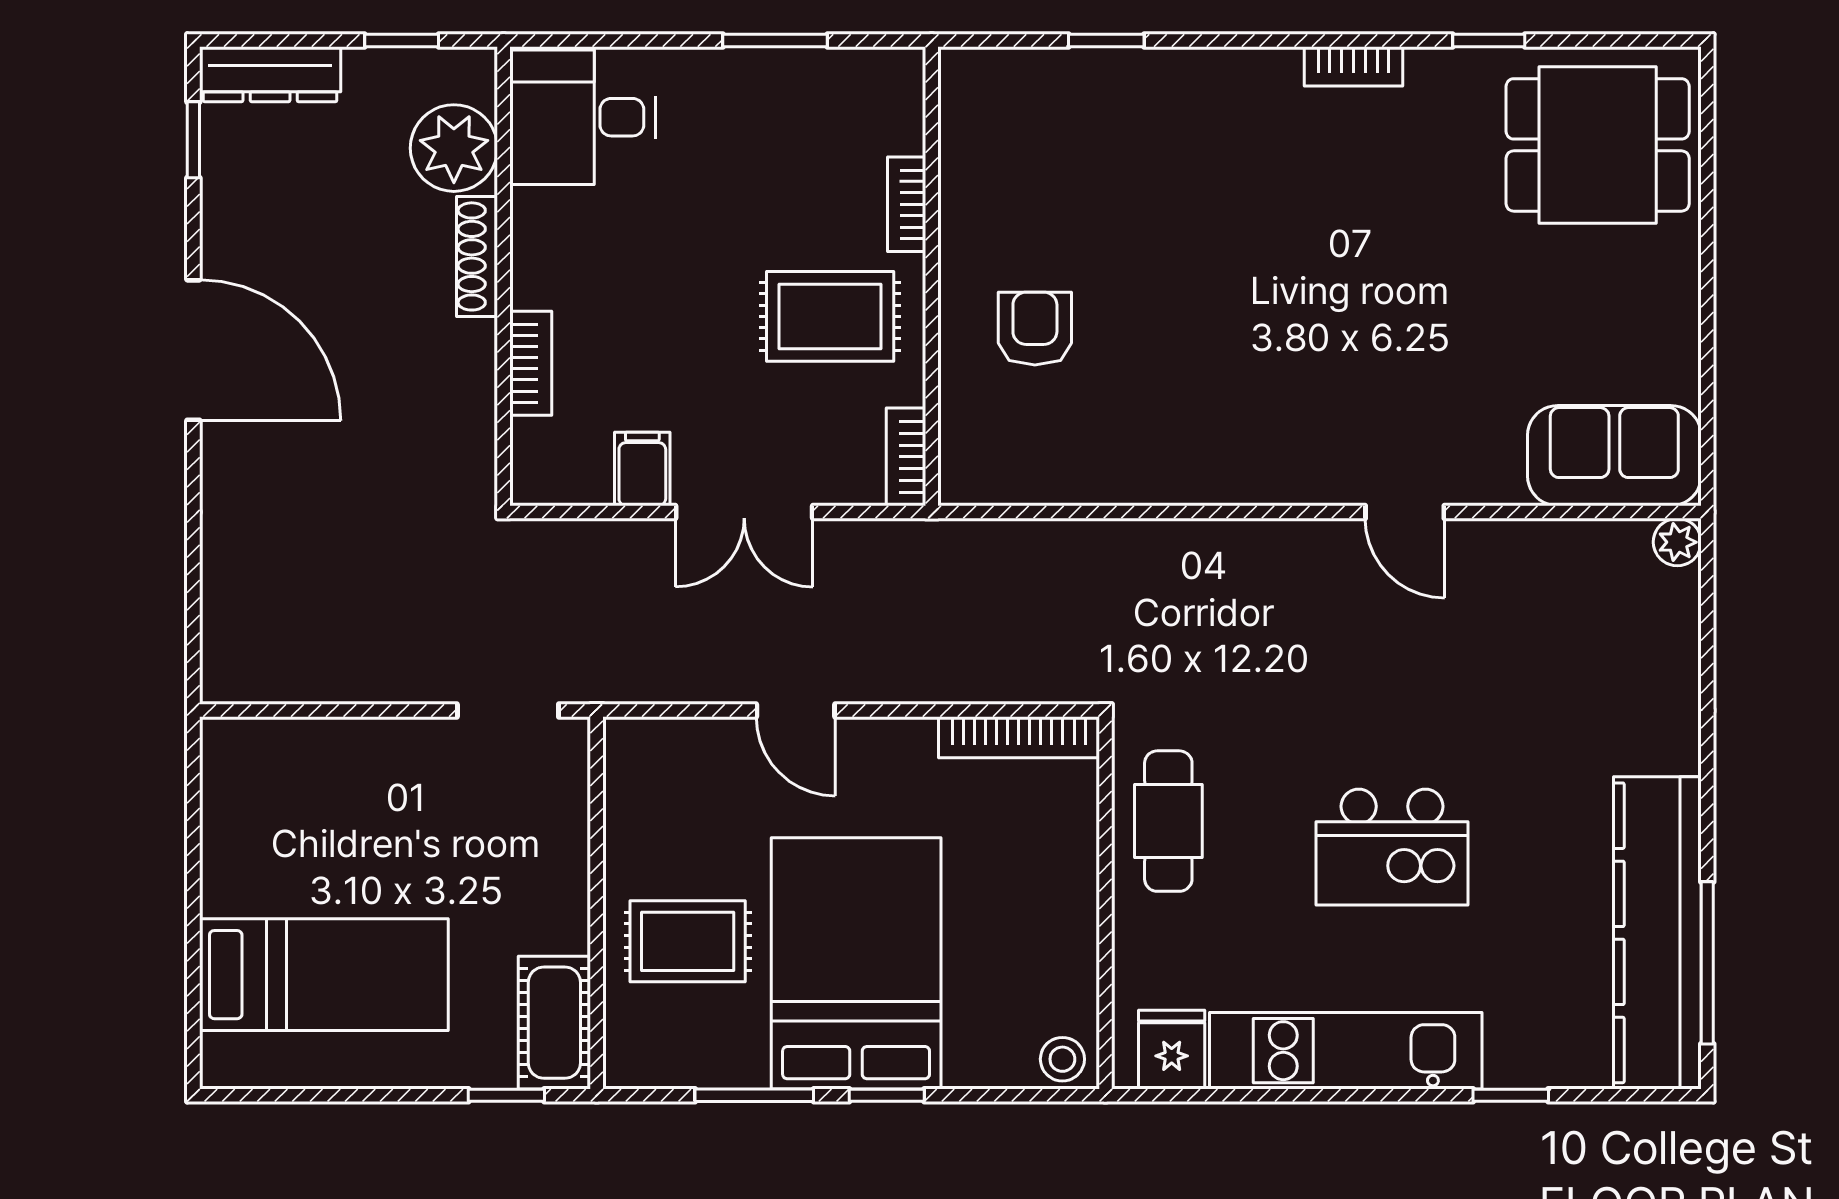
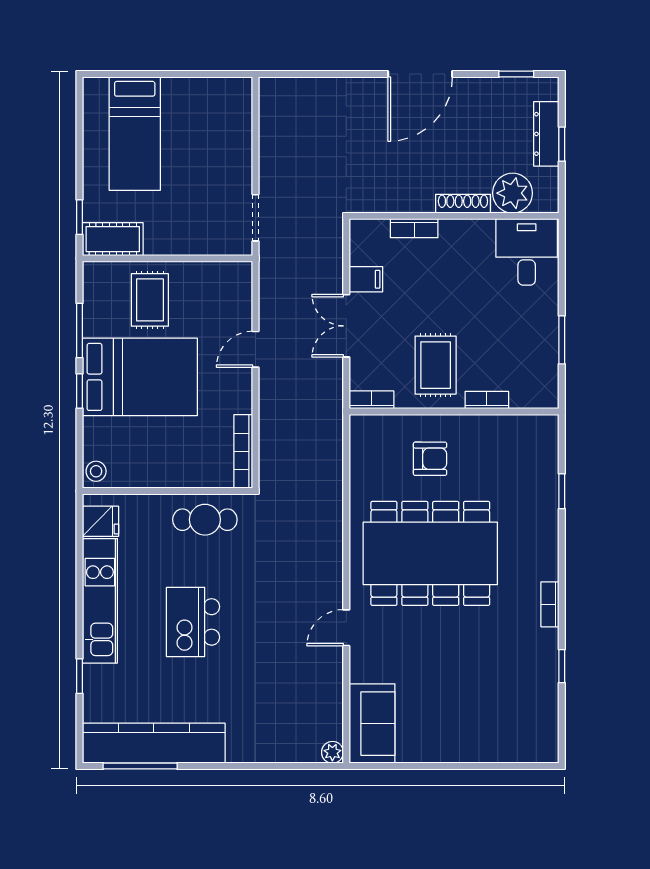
window: (402, 40) -> (562, 144), moved
dresser: (270, 74) -> (546, 134), moved
dining table: (1598, 145) -> (430, 553), moved, width x1.88, depth x1.24

